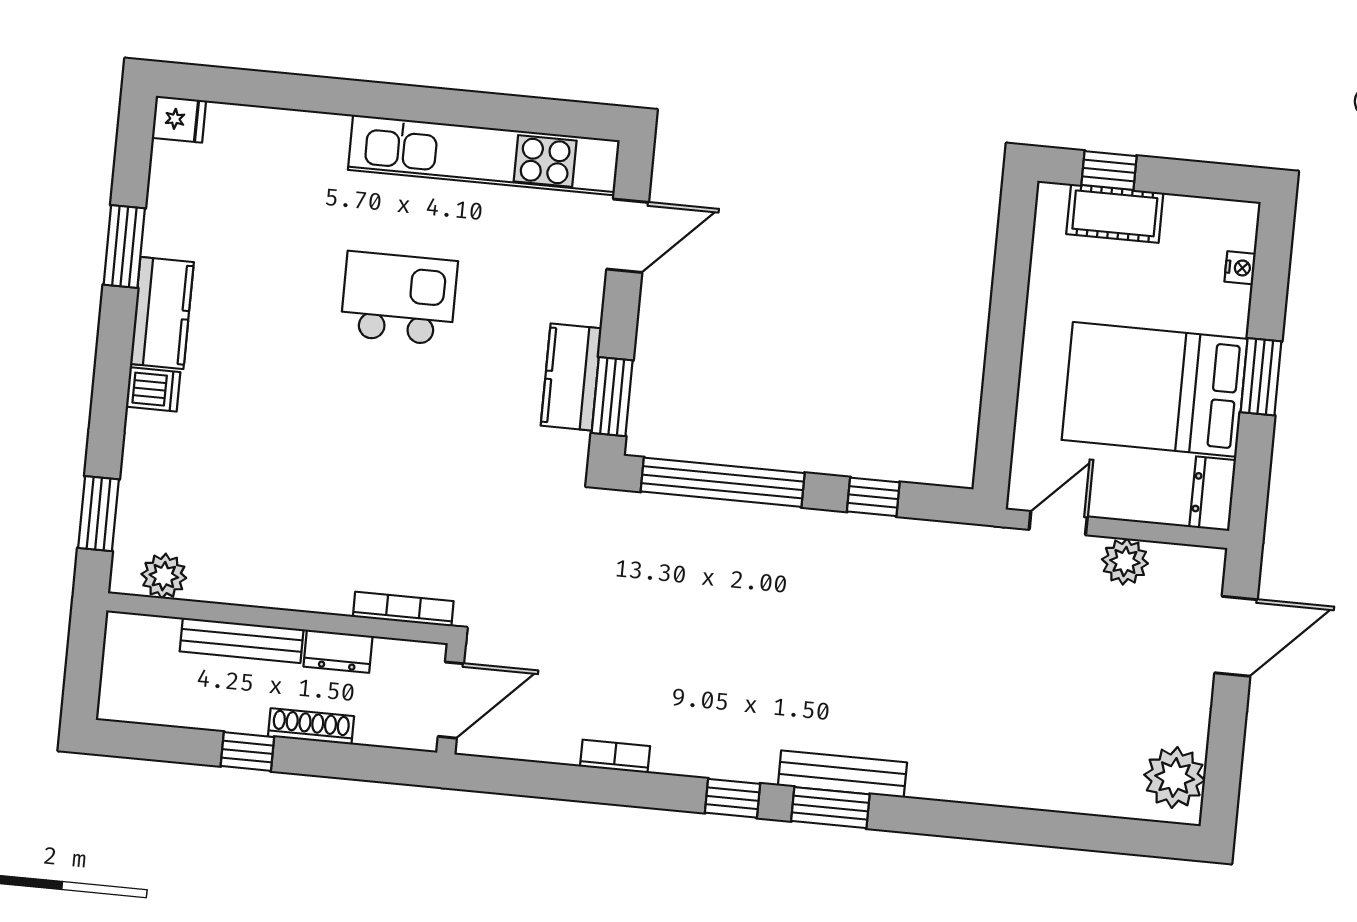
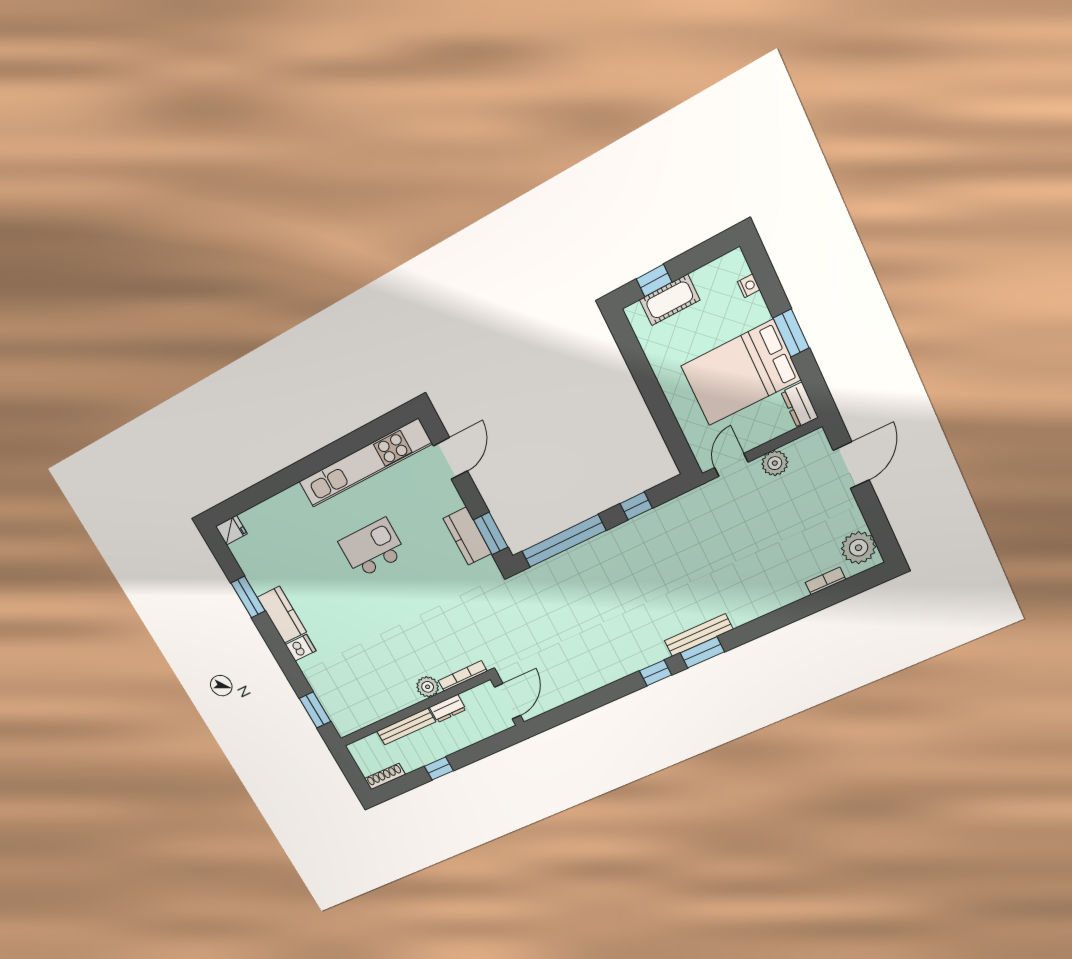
plant: (164, 576) -> (428, 687), moved
shoe rack: (311, 726) -> (385, 777), moved
bookcase: (615, 756) -> (826, 581), moved

